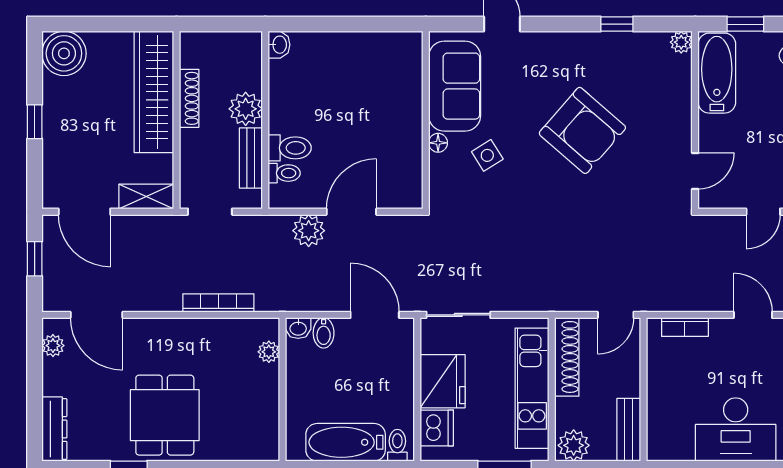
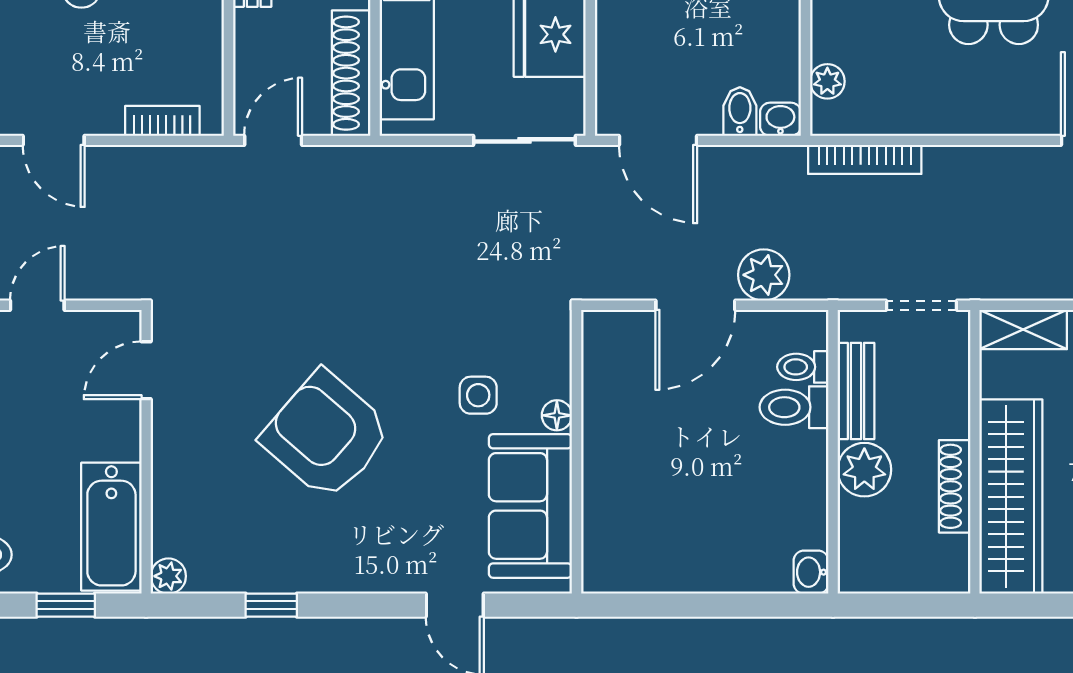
side table: (487, 155) -> (478, 395), turned 32
bookcase: (218, 303) -> (865, 159), moved

